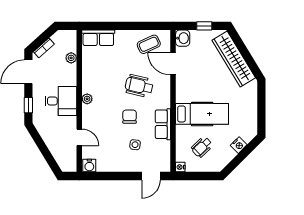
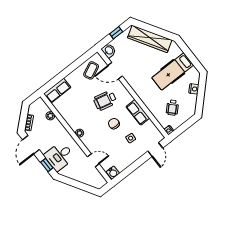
desk: (61, 101) -> (59, 156), moved, turned 180
hospital bed: (202, 114) -> (173, 71), moved, turned 180

